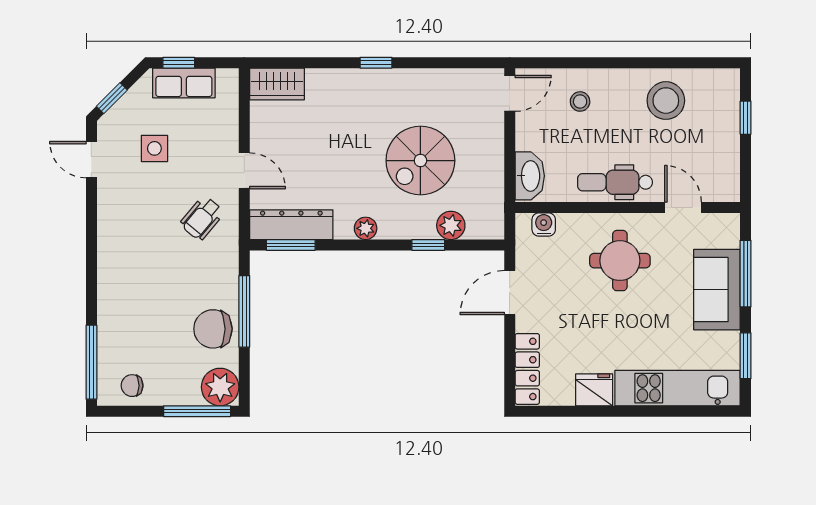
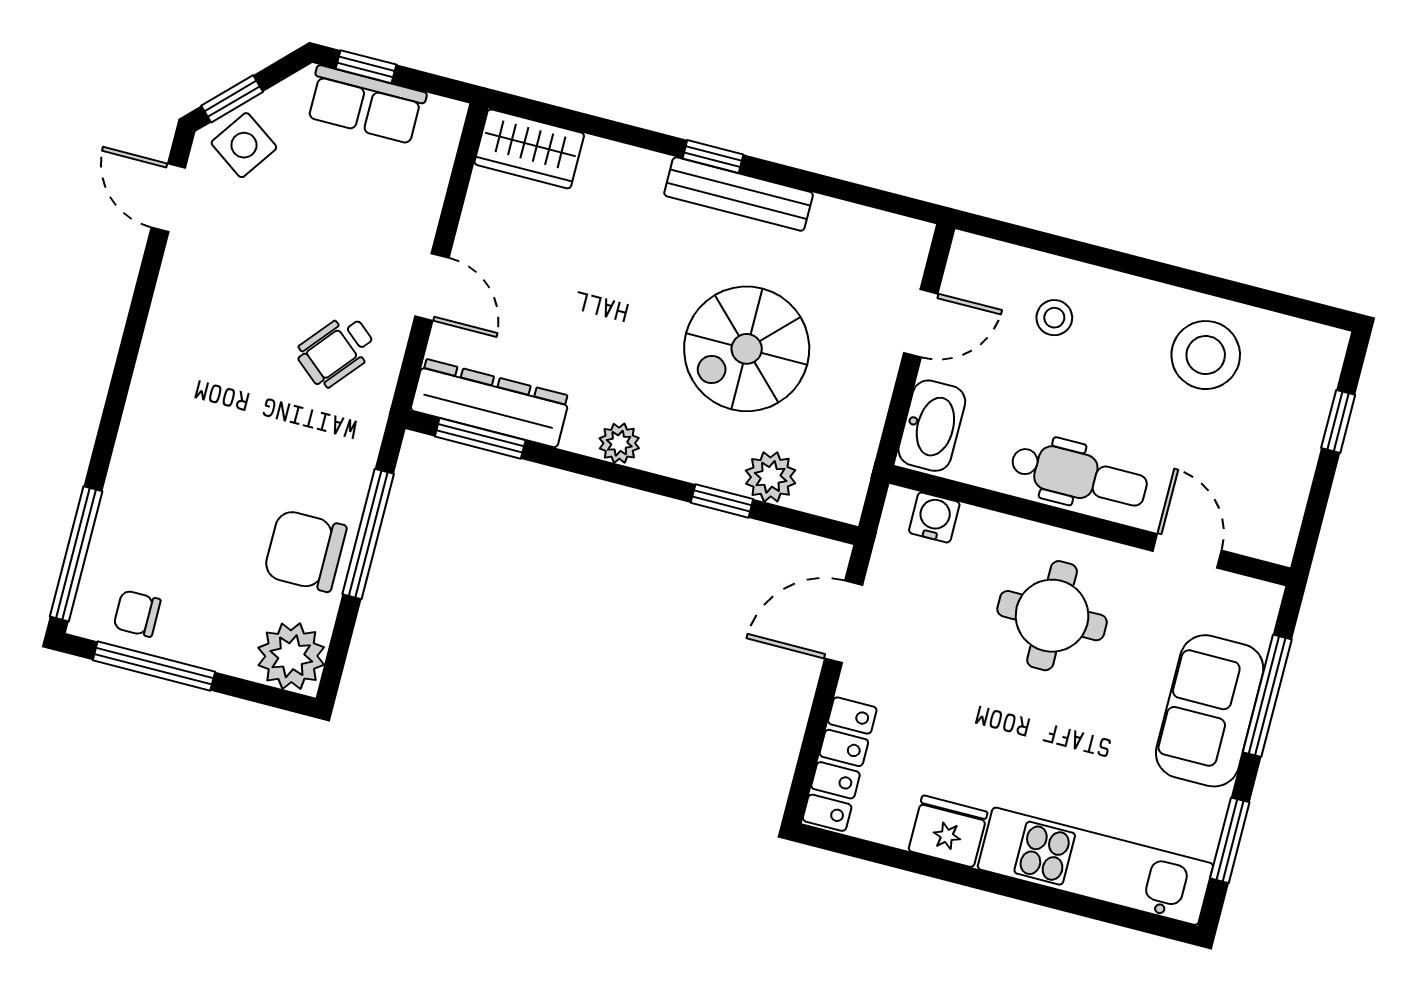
bench: (395, 79) -> (739, 194), added
door: (510, 93) -> (921, 323), moved
side table: (154, 148) -> (244, 145), moved, turned 35
dental chair: (615, 182) -> (1079, 476), turned 180
window: (197, 411) -> (154, 666), moved

